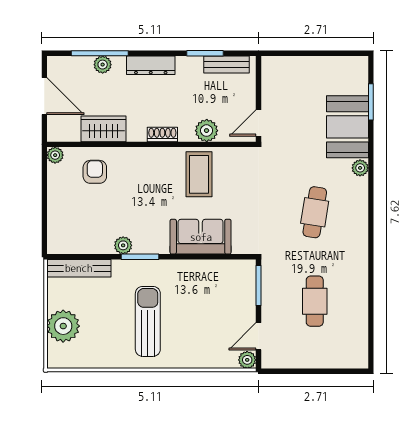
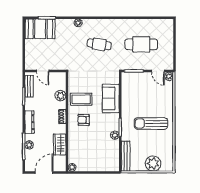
door: (259, 123) -> (43, 71), moved
booth: (347, 127) -> (40, 29), moved
armchair: (95, 172) -> (84, 120), moved
cafe table: (315, 301) -> (141, 44), width x1.37, depth x1.35

